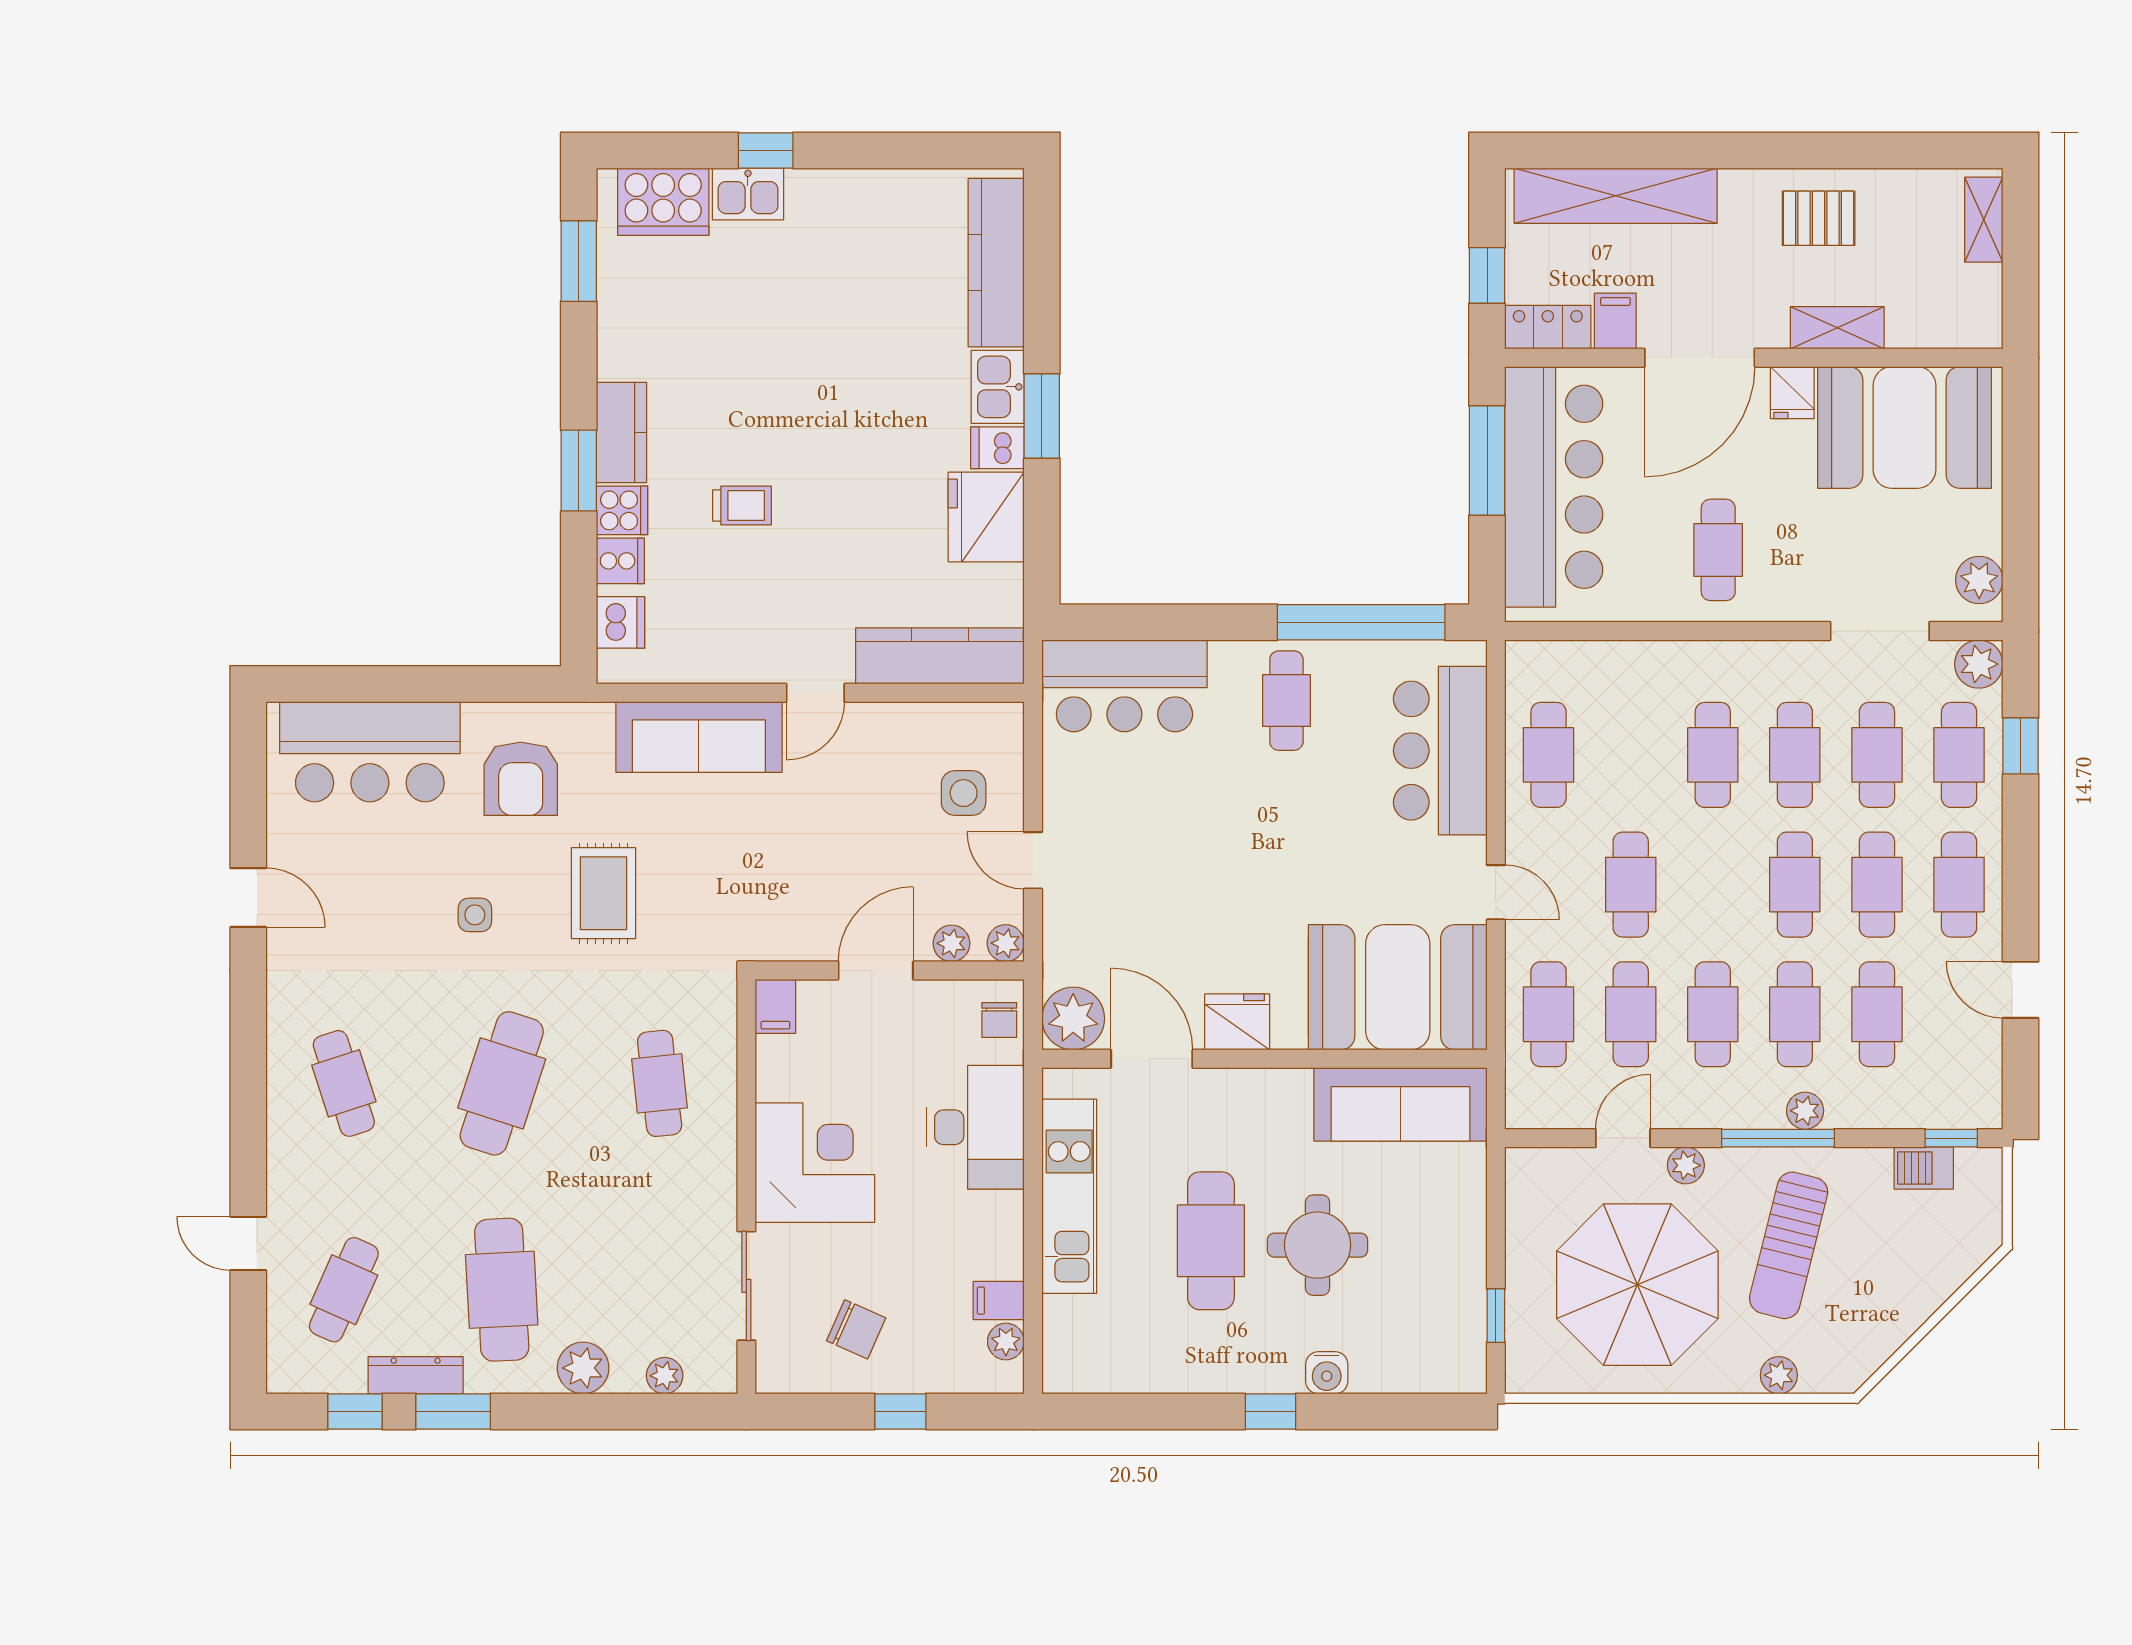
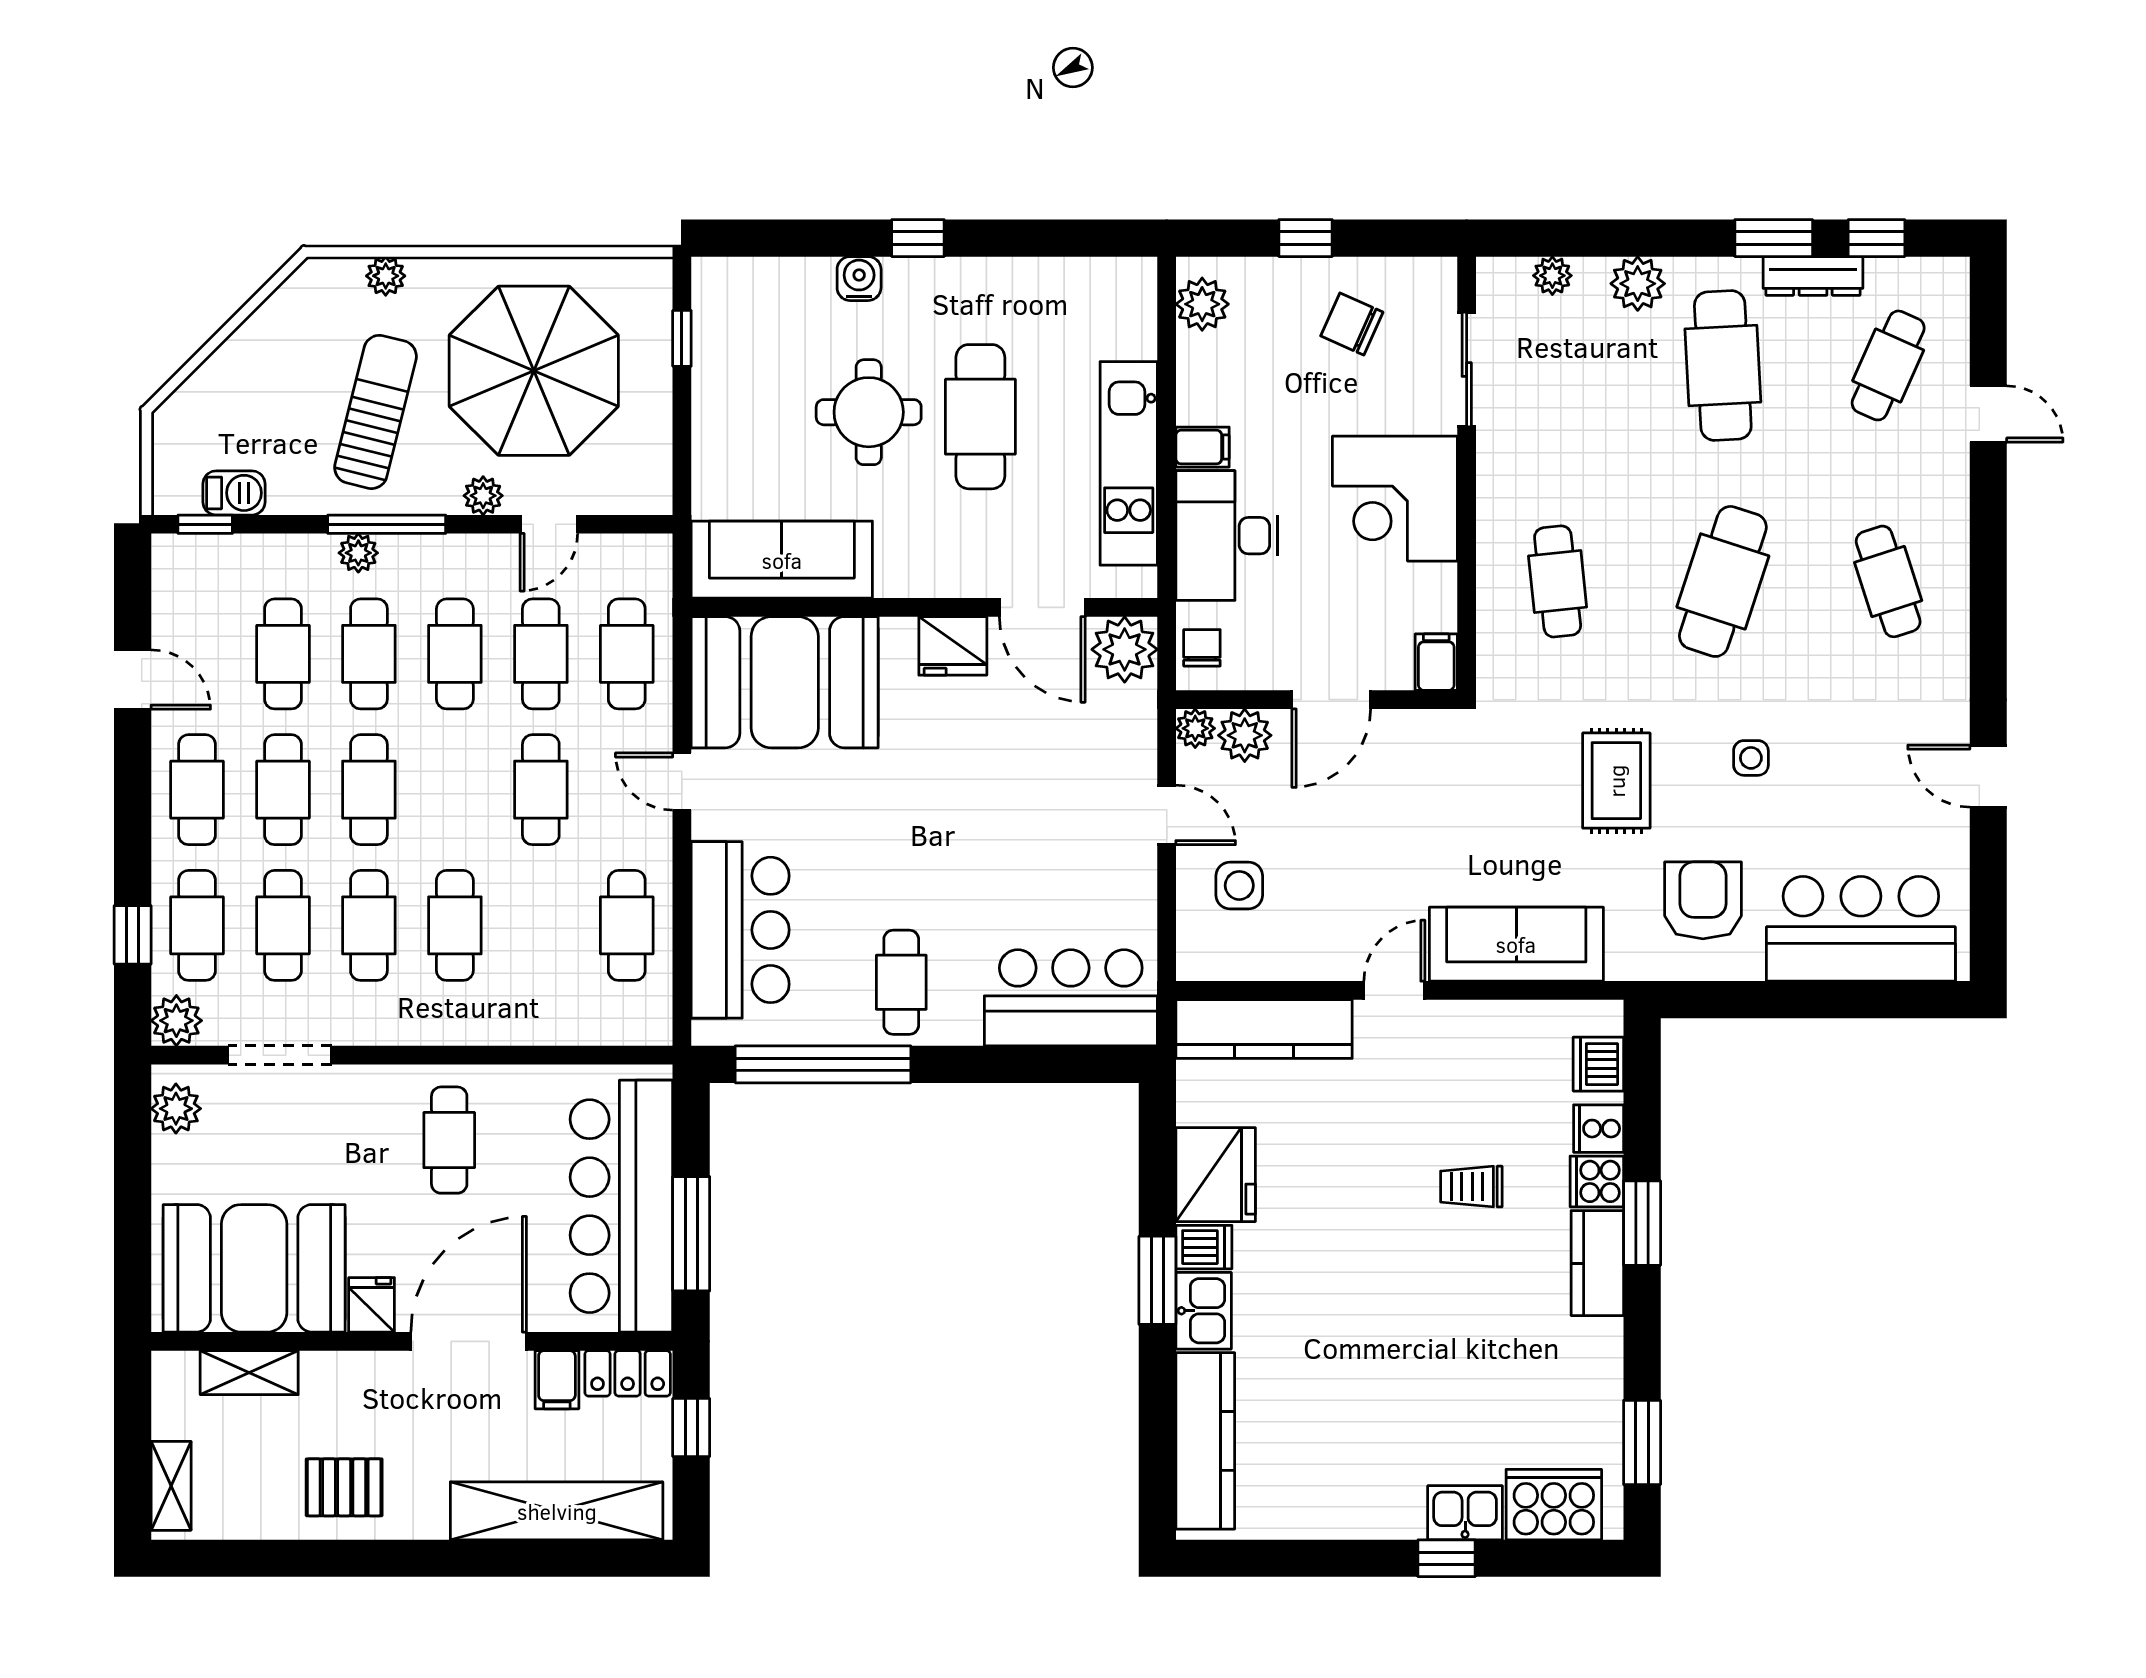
shelving: (1837, 328) -> (249, 1373), moved
plant: (951, 943) -> (1245, 735), width x1.38, depth x1.38
filing cabinet: (999, 1301) -> (1203, 447), moved
plant: (1006, 1341) -> (1202, 304), width x1.38, depth x1.38

